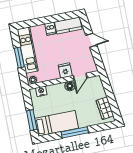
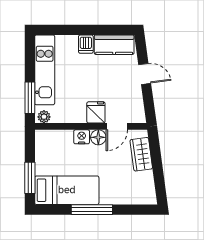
window: (19, 58) -> (30, 98), moved
nightstand: (41, 91) -> (82, 137), moved
wardrobe: (105, 108) -> (141, 154), moved

